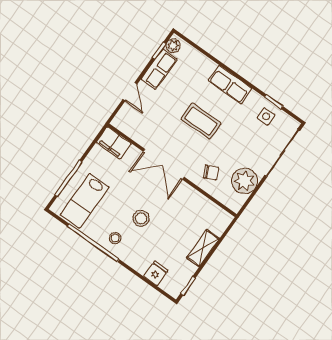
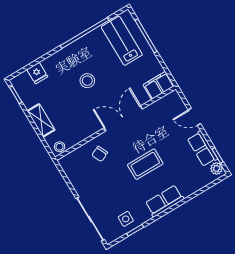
plant: (245, 181) -> (81, 178), removed
stool: (115, 238) -> (60, 147), moved

